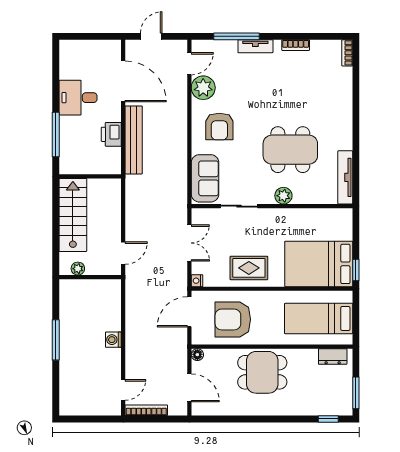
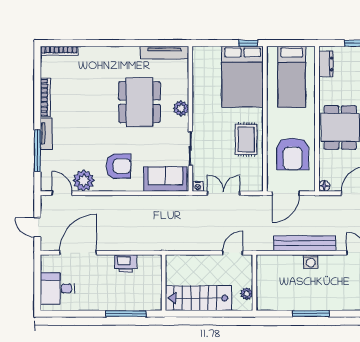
bookcase: (296, 45) -> (45, 97), width x1.56
bookcase: (347, 53) -> (59, 51), width x1.56
desk: (78, 98) -> (57, 288), moved, turned 90
bench: (134, 140) -> (305, 243), moved
door: (123, 253) -> (233, 253), hinge flipped
nightstand: (197, 281) -> (198, 186), moved
door: (189, 312) -> (286, 193), hinge flipped

